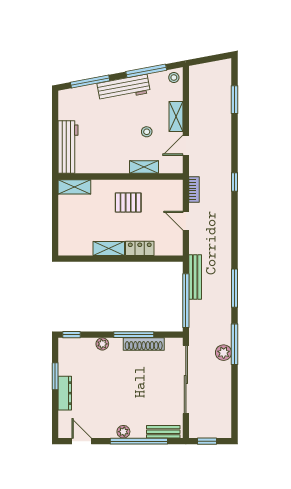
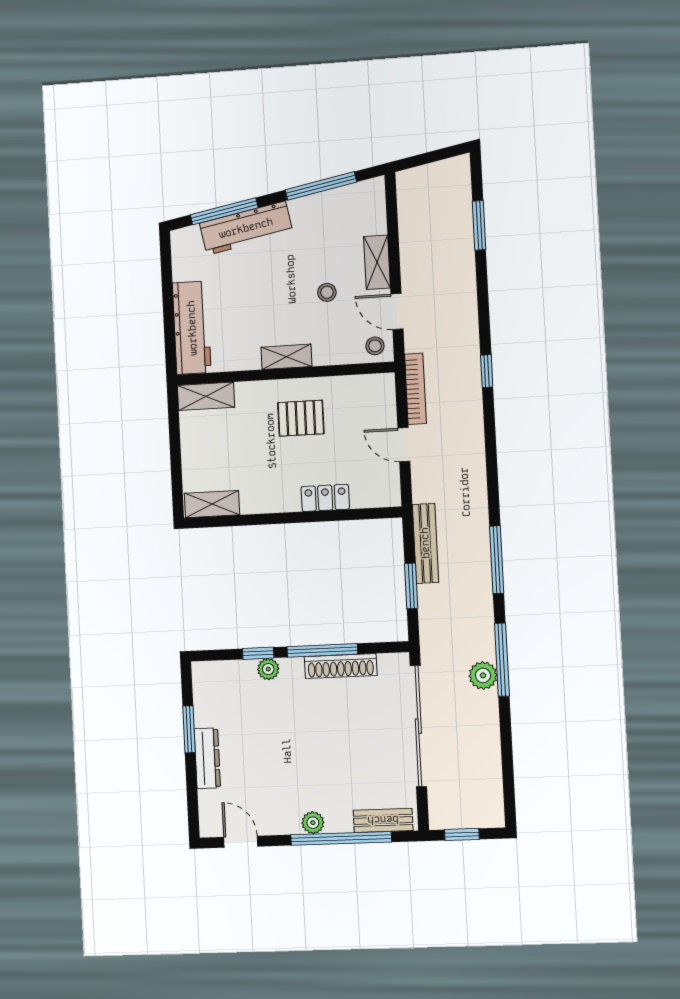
stool: (174, 77) -> (375, 346), moved
workbench: (124, 88) -> (246, 228), moved
door: (186, 145) -> (397, 311), hinge flipped
shelving: (144, 167) -> (287, 357), moved
bookcase: (194, 190) -> (415, 389), width x1.56
shelving: (109, 249) -> (212, 504), moved
window: (186, 301) -> (411, 586), width x0.47
window: (72, 335) -> (258, 653), moved

